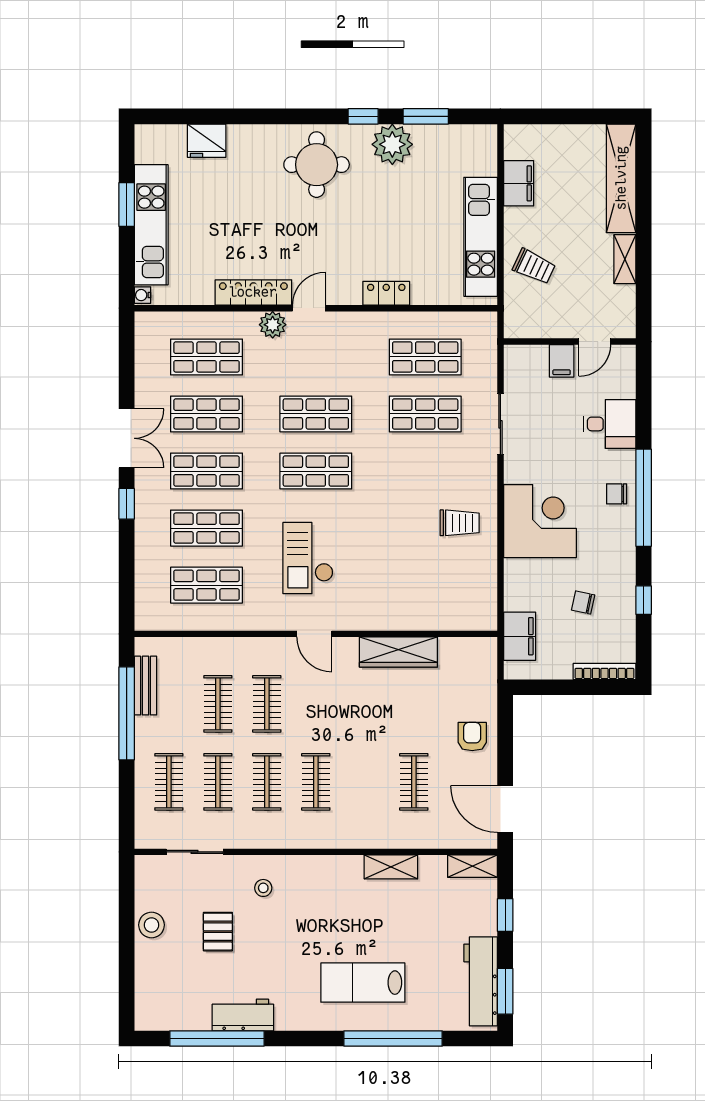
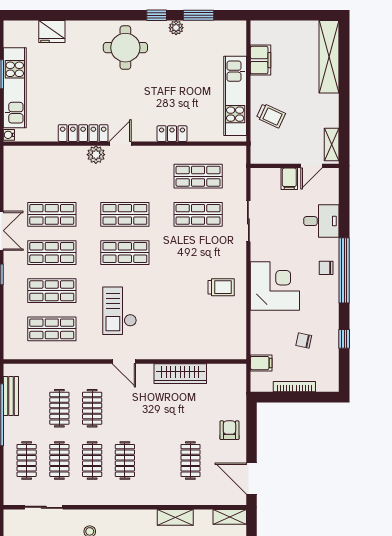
plant: (392, 144) -> (176, 28), width x0.53, depth x0.53
shelving: (625, 259) -> (332, 145), moved
shop shelf: (207, 357) -> (52, 176), removed
filing cabinet: (520, 636) -> (261, 363), width x0.50
bookcase: (604, 671) -> (294, 387), moved

